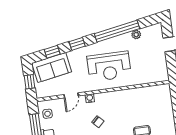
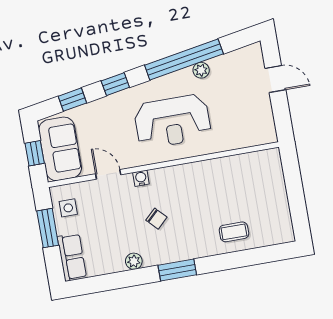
plant: (136, 35) -> (201, 70), moved
sofa: (52, 67) -> (60, 149), moved, turned -80
door: (71, 95) -> (108, 174), swing flipped

